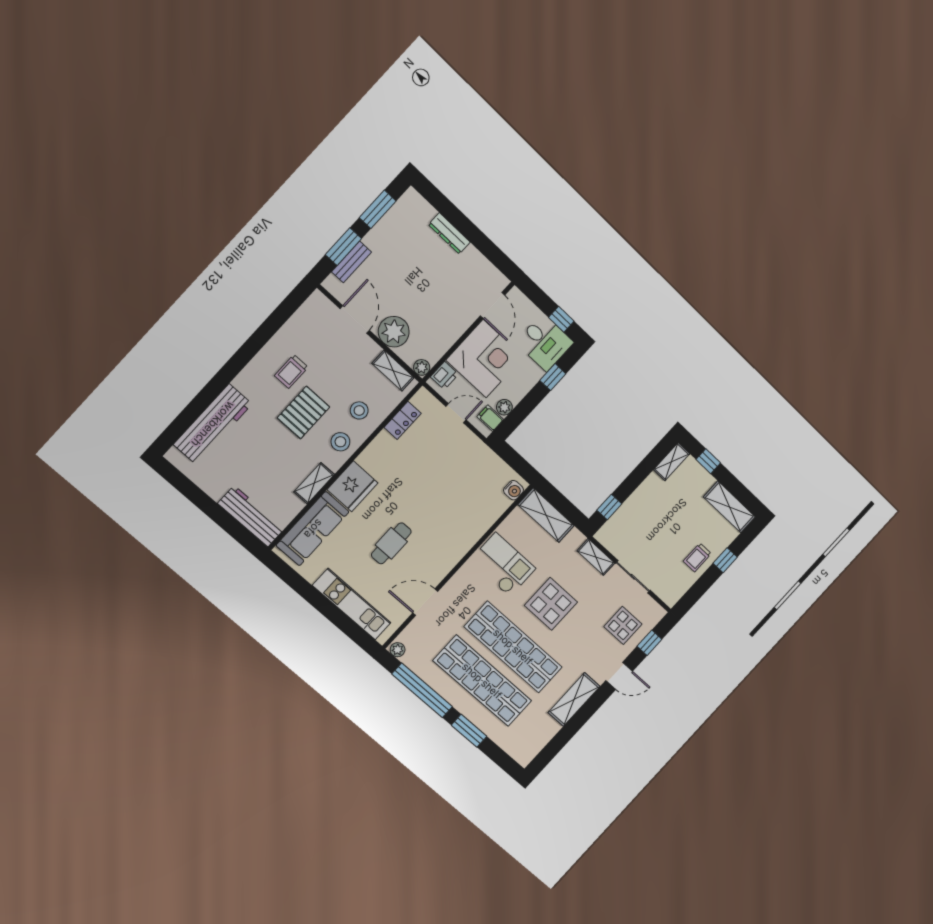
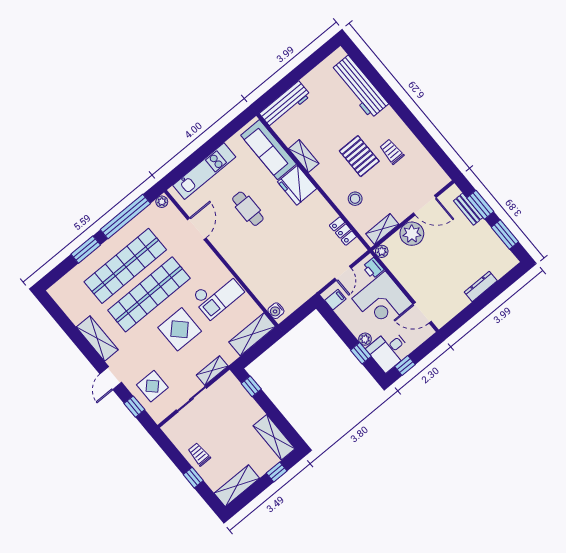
plant: (504, 407) -> (365, 339), moved
stool: (340, 442) -> (333, 181), removed
shelving: (672, 462) -> (274, 437), width x1.50, depth x1.33

